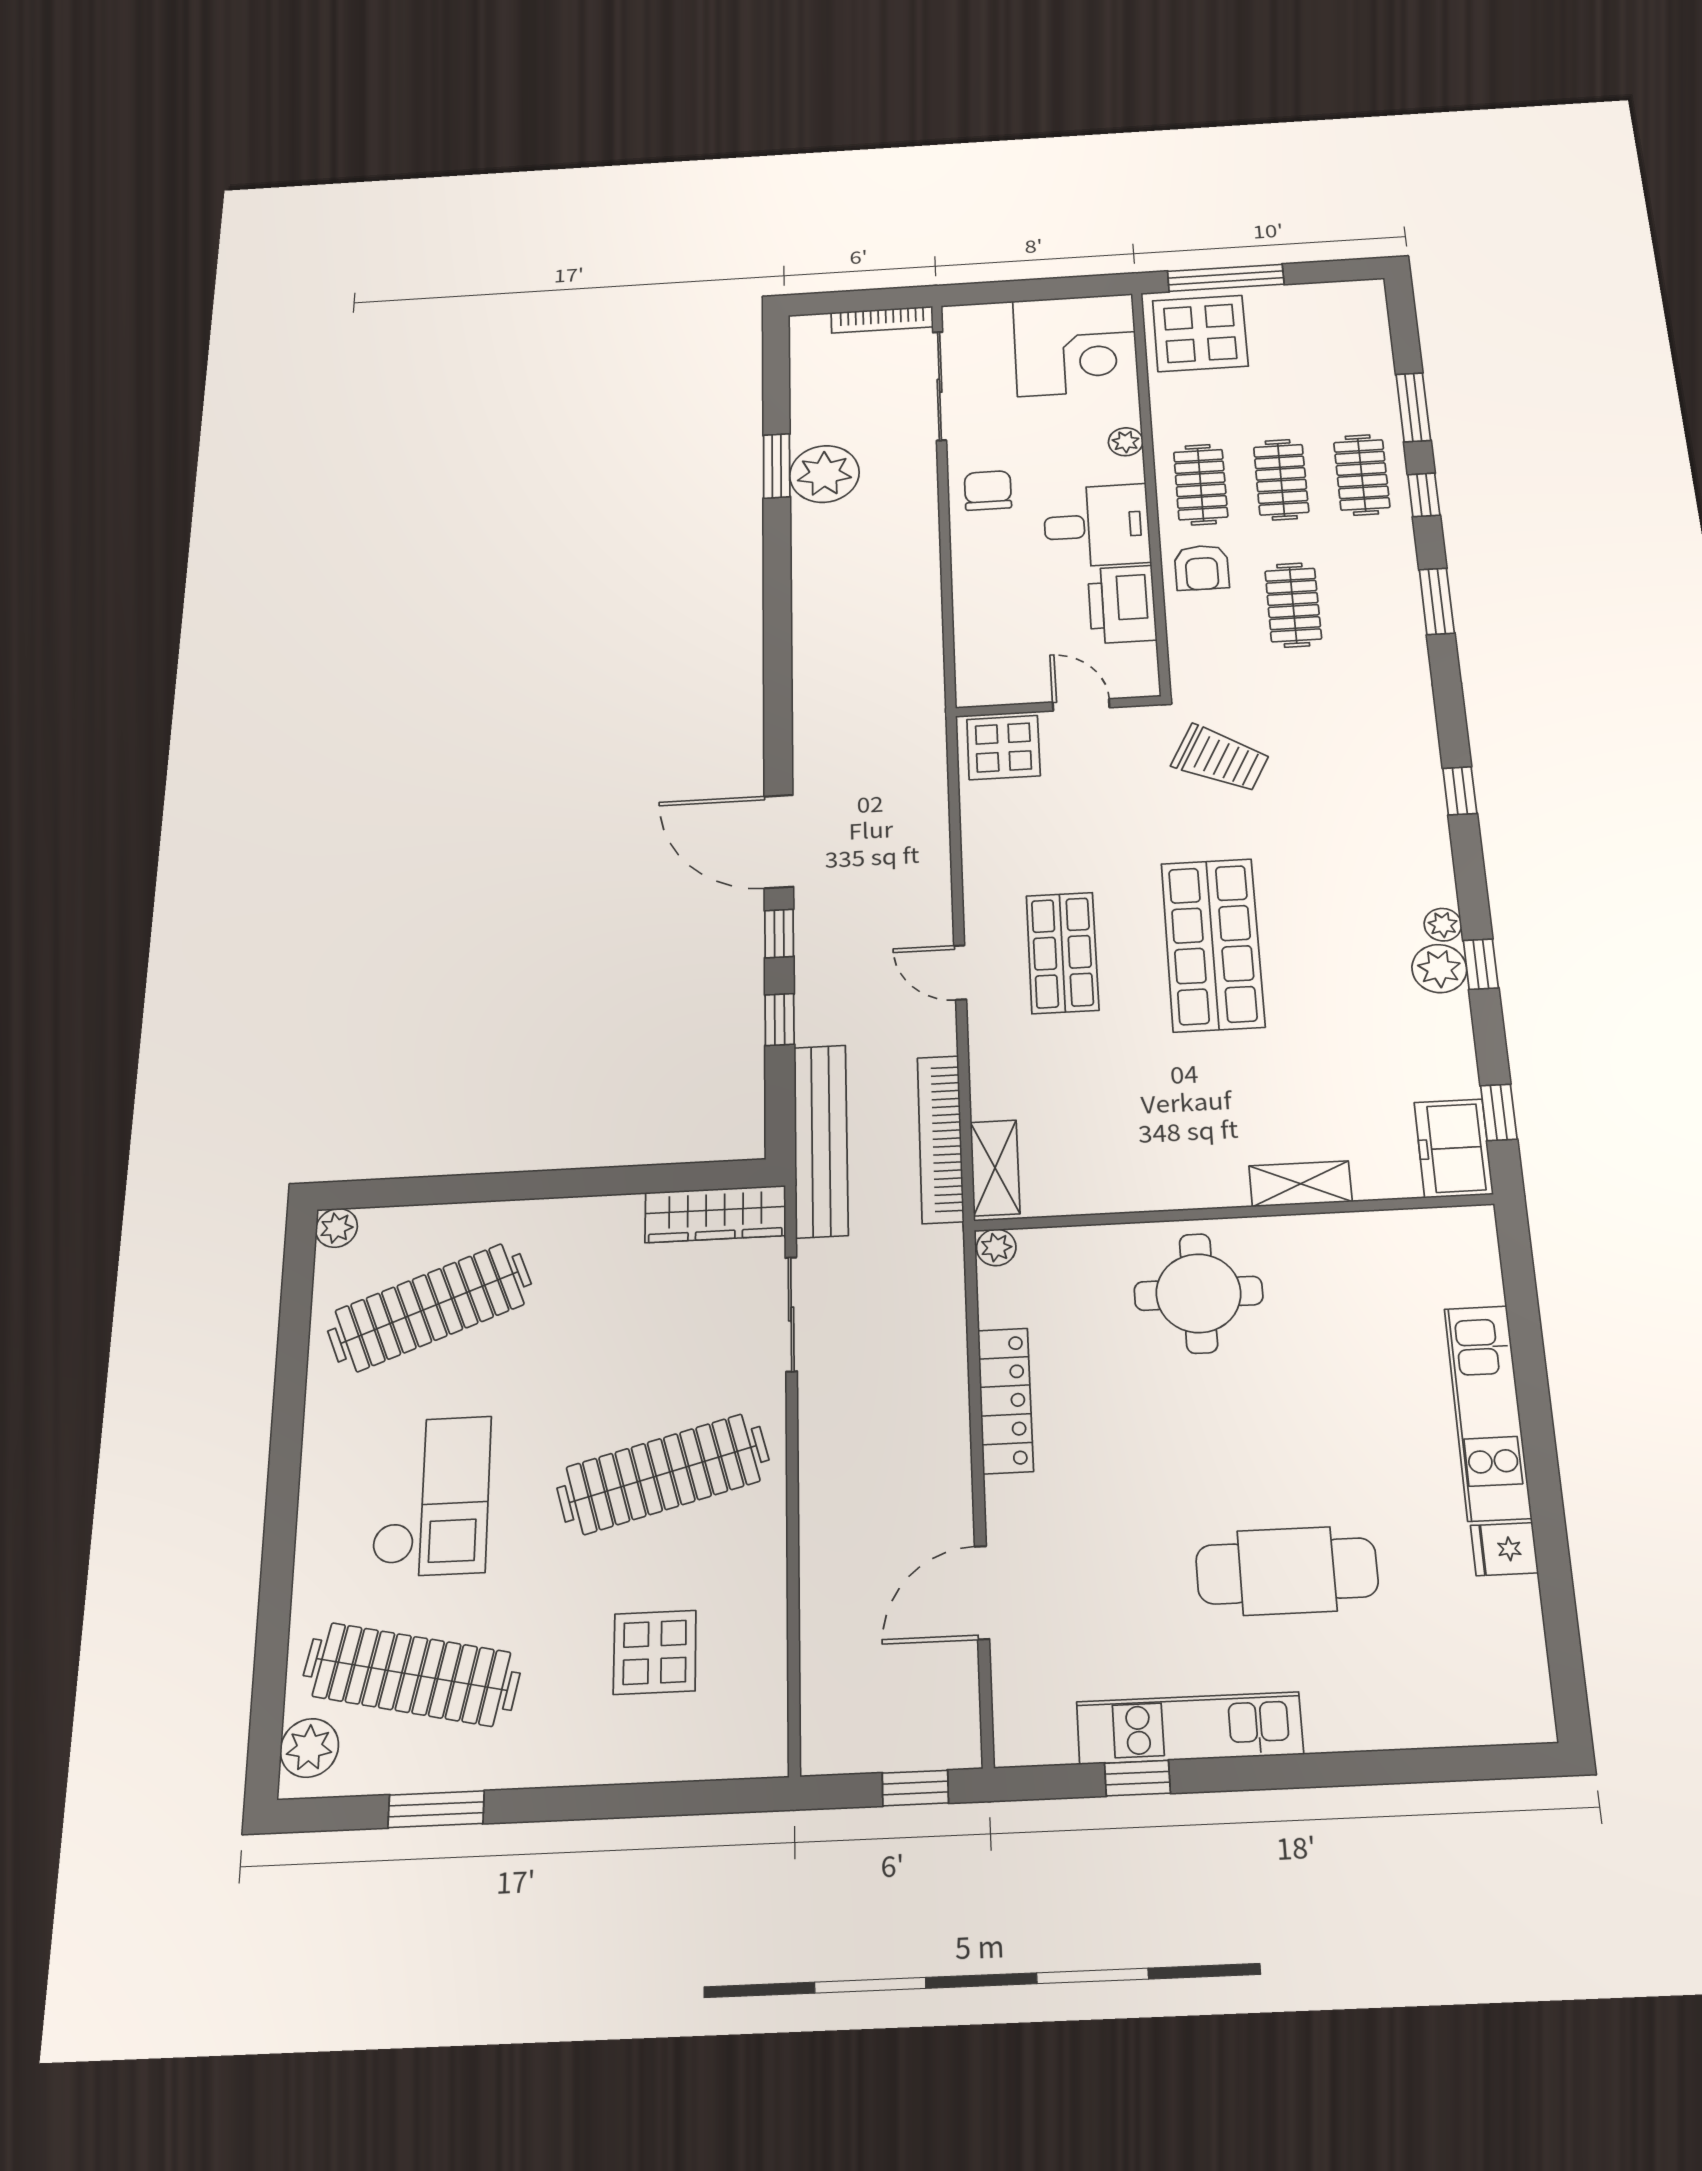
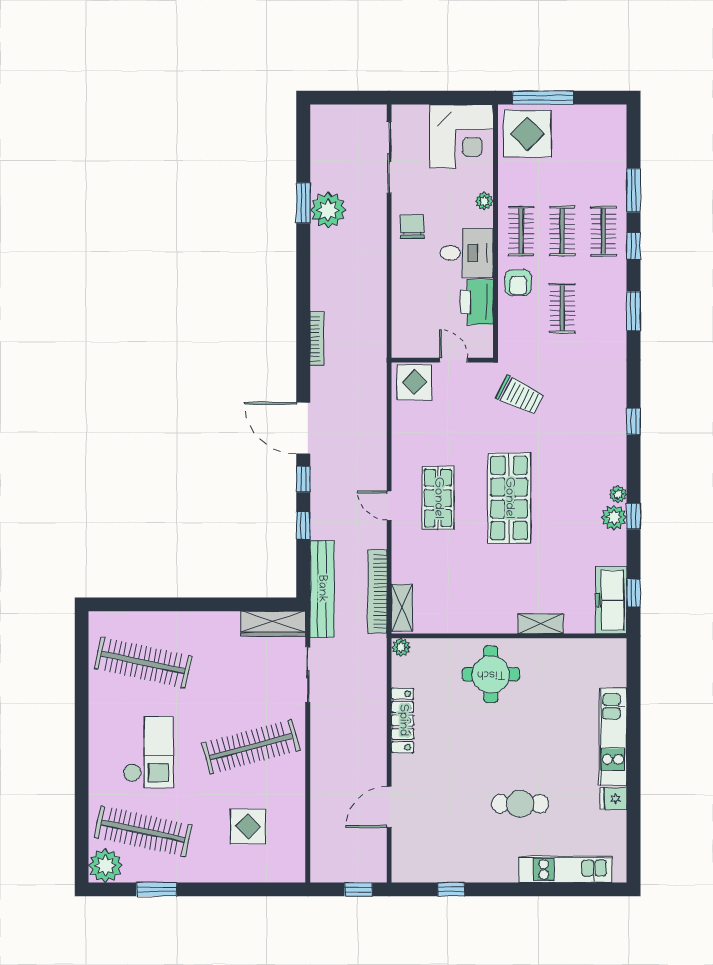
bookcase: (882, 320) -> (317, 339), moved, turned -90
freezer: (1454, 1148) -> (611, 600), width x1.40
plant: (337, 1228) -> (98, 621), removed
clothes rail: (430, 1307) -> (143, 662), turned 33
cafe table: (1287, 1571) -> (520, 804), width x0.73, depth x0.74
kitchen unit: (1189, 1728) -> (565, 869), moved
plant: (309, 1748) -> (105, 865), width x1.36, depth x1.36

